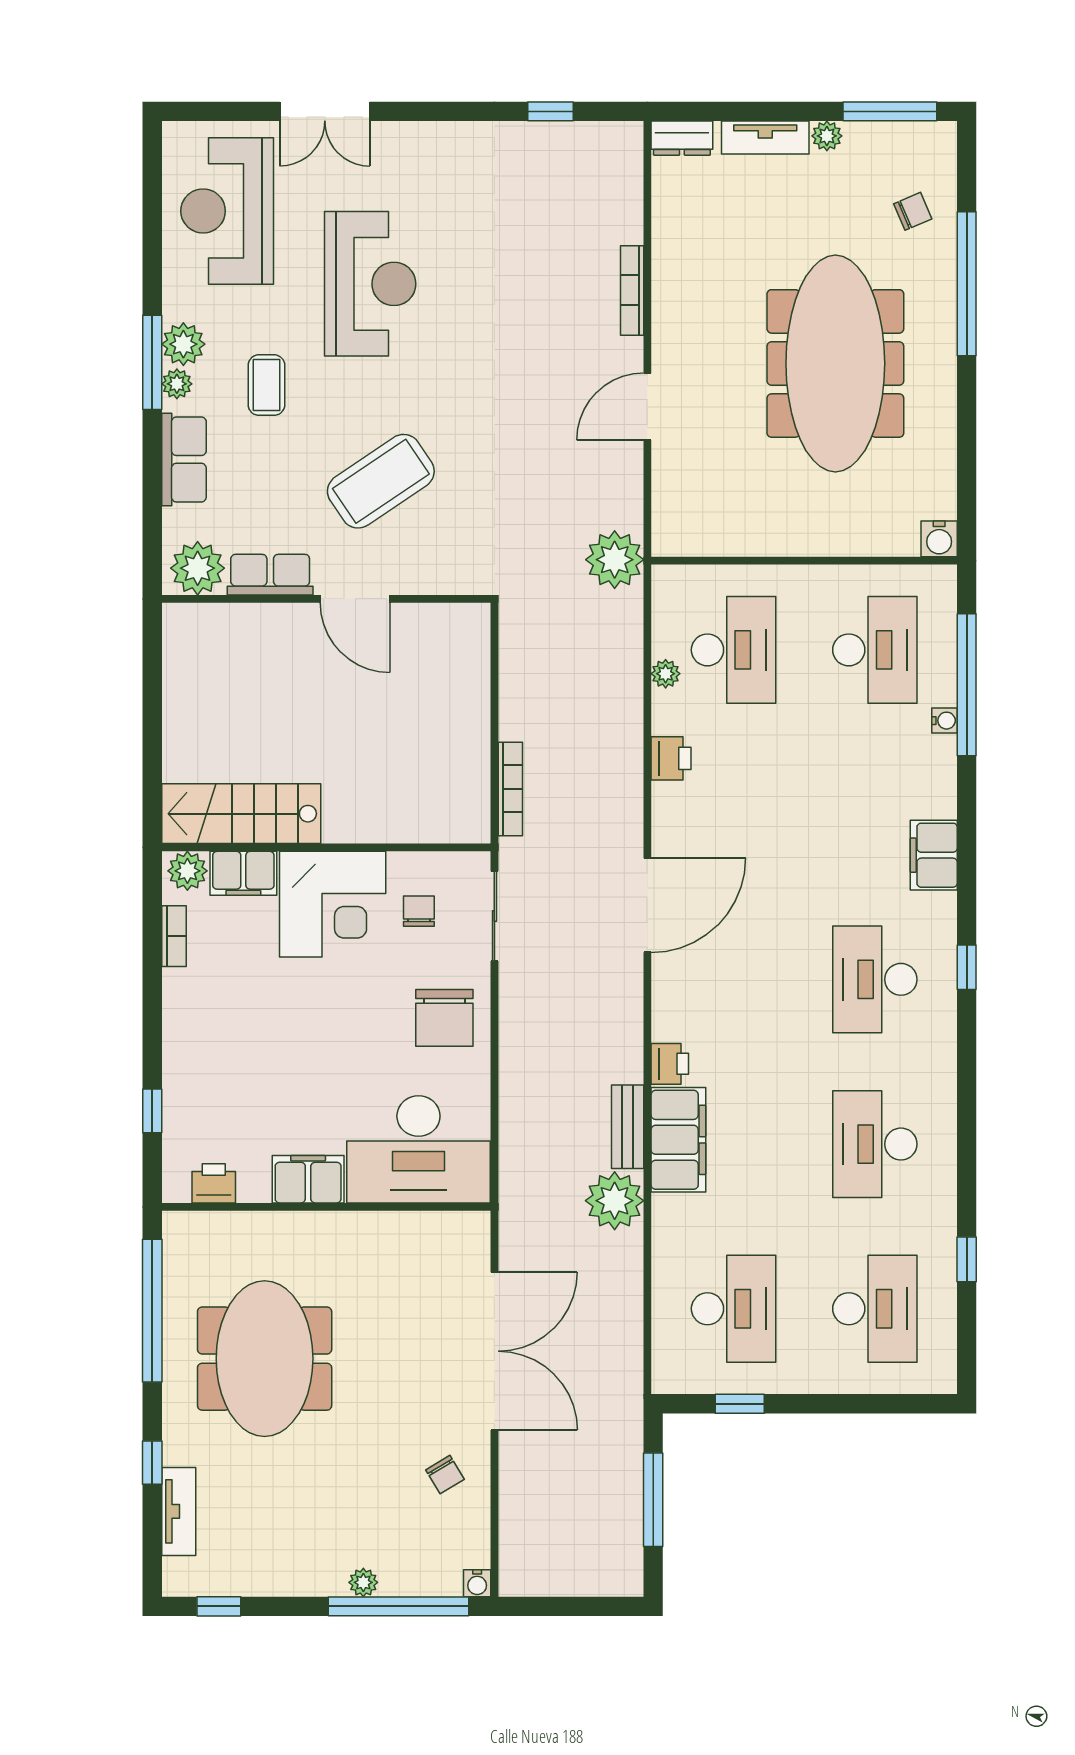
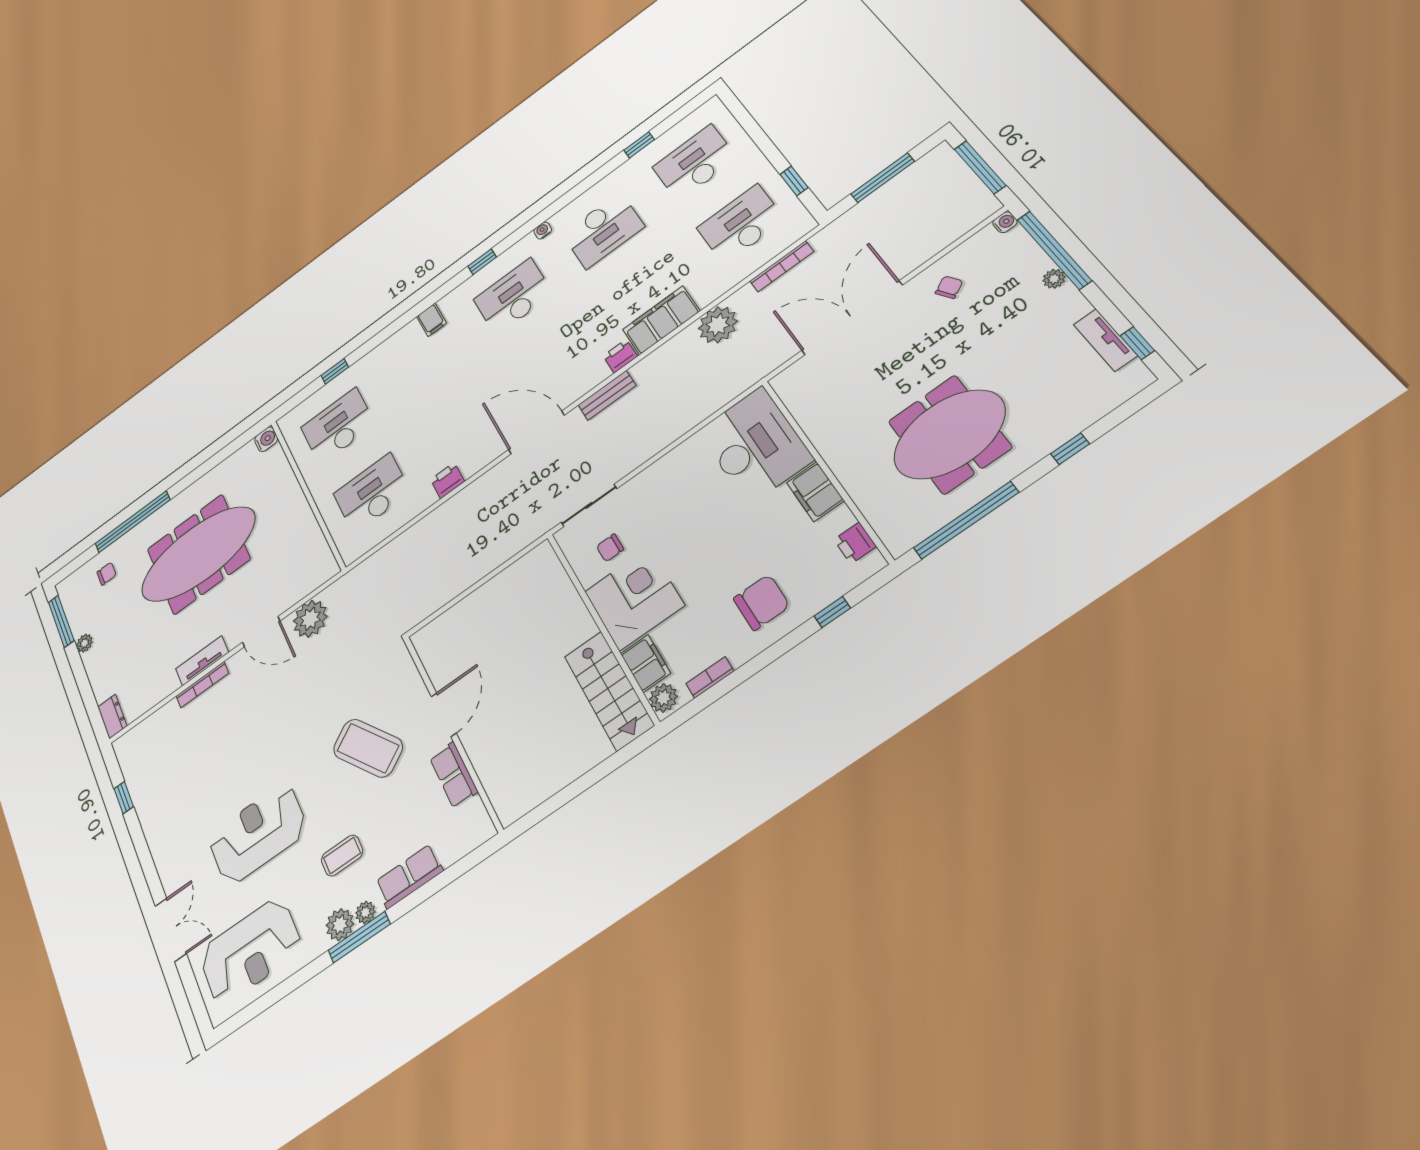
tv unit: (765, 138) -> (202, 661), moved, turned -90
chair: (913, 211) -> (107, 574), turned 113
plant: (615, 560) -> (310, 619), moved
plant: (198, 568) -> (471, 822), removed
plant: (666, 674) -> (402, 517), removed
window: (967, 685) -> (335, 371), width x0.32
water cooler: (945, 721) -> (543, 231), moved
bookcase: (510, 789) -> (782, 266), moved, turned 180
filing cabinet: (934, 855) -> (431, 320), width x0.50
desk: (875, 979) -> (513, 297), turned 180
chair: (444, 1018) -> (761, 602), moved
bench: (628, 1127) -> (607, 395), moved
tv unit: (179, 1511) -> (1105, 340), moved, turned -90
window: (572, 1606) -> (980, 167), added

